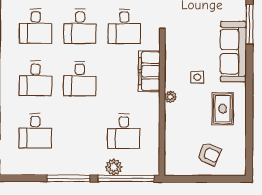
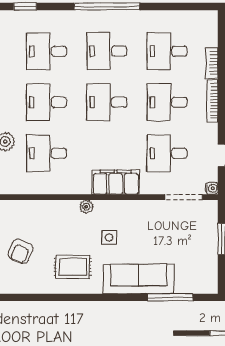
desk: (80, 131) -> (46, 102), added

